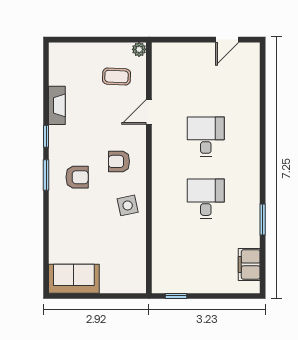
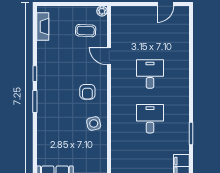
fireplace: (57, 105) -> (43, 27), moved
door: (149, 112) -> (109, 56), hinge flipped
armchair: (119, 161) -> (87, 92), turned -90
armchair: (77, 177) -> (57, 103), removed

